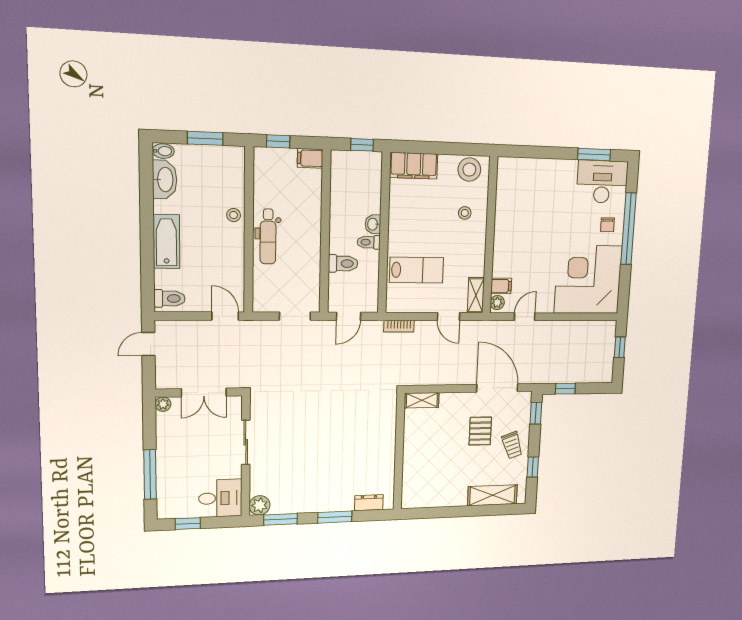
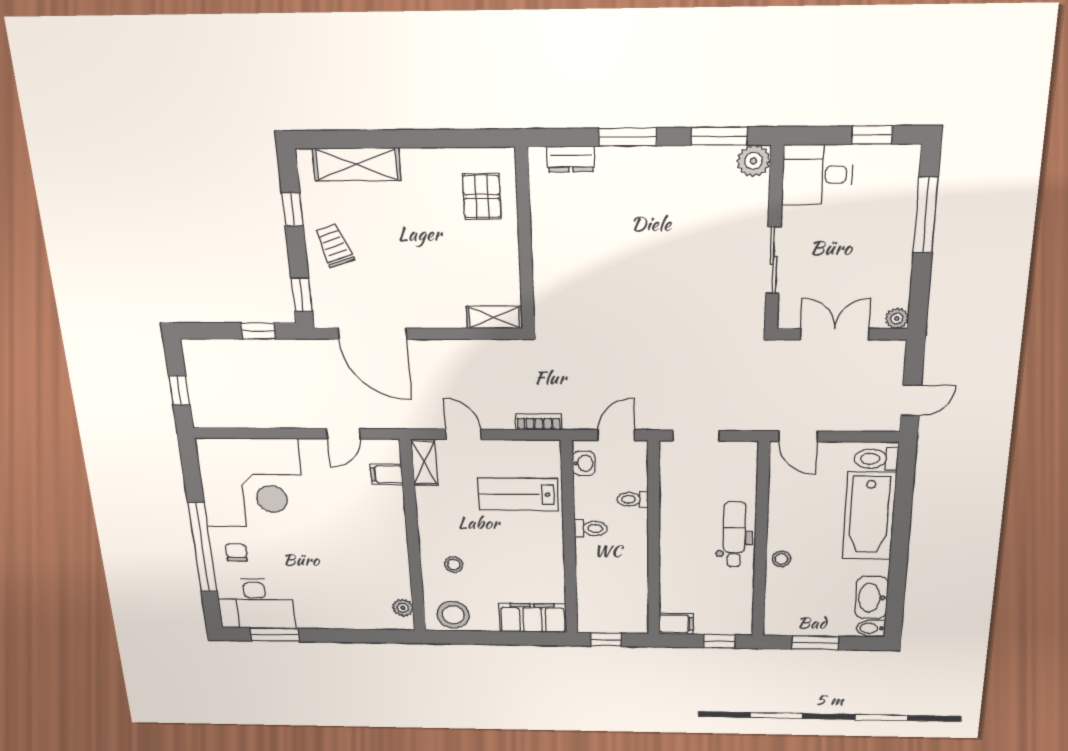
washbasin: (373, 224) -> (584, 463), moved
bathtub: (166, 242) -> (869, 516), width x1.36, depth x1.36
toilet: (343, 264) -> (633, 499), width x0.73, depth x0.72
plant: (497, 302) -> (403, 608), moved
pallet: (480, 431) -> (482, 197), moved

